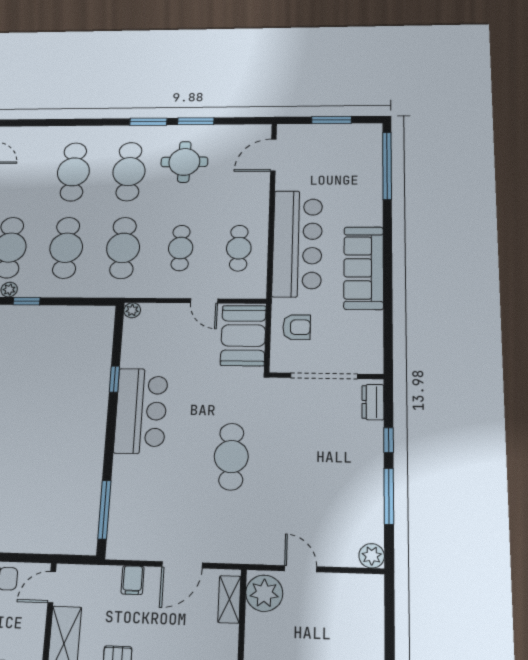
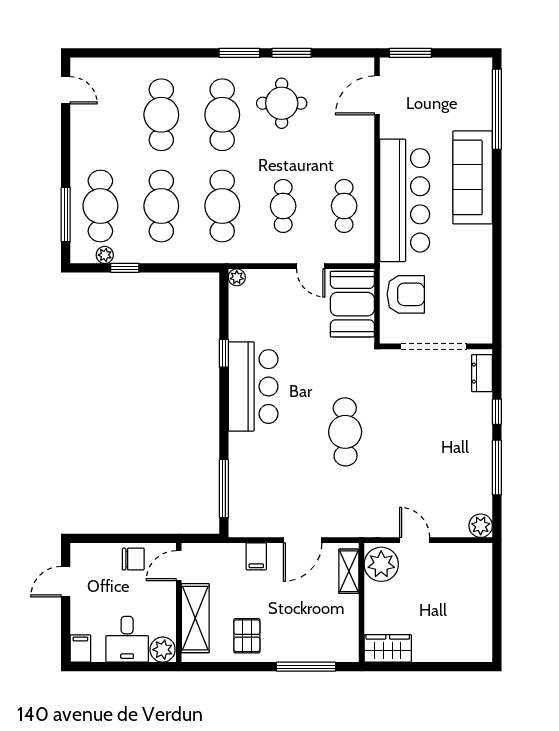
window: (332, 120) -> (410, 53), moved
sofa: (364, 268) -> (473, 177), moved
armchair: (297, 327) -> (406, 294), width x1.38, depth x1.38

